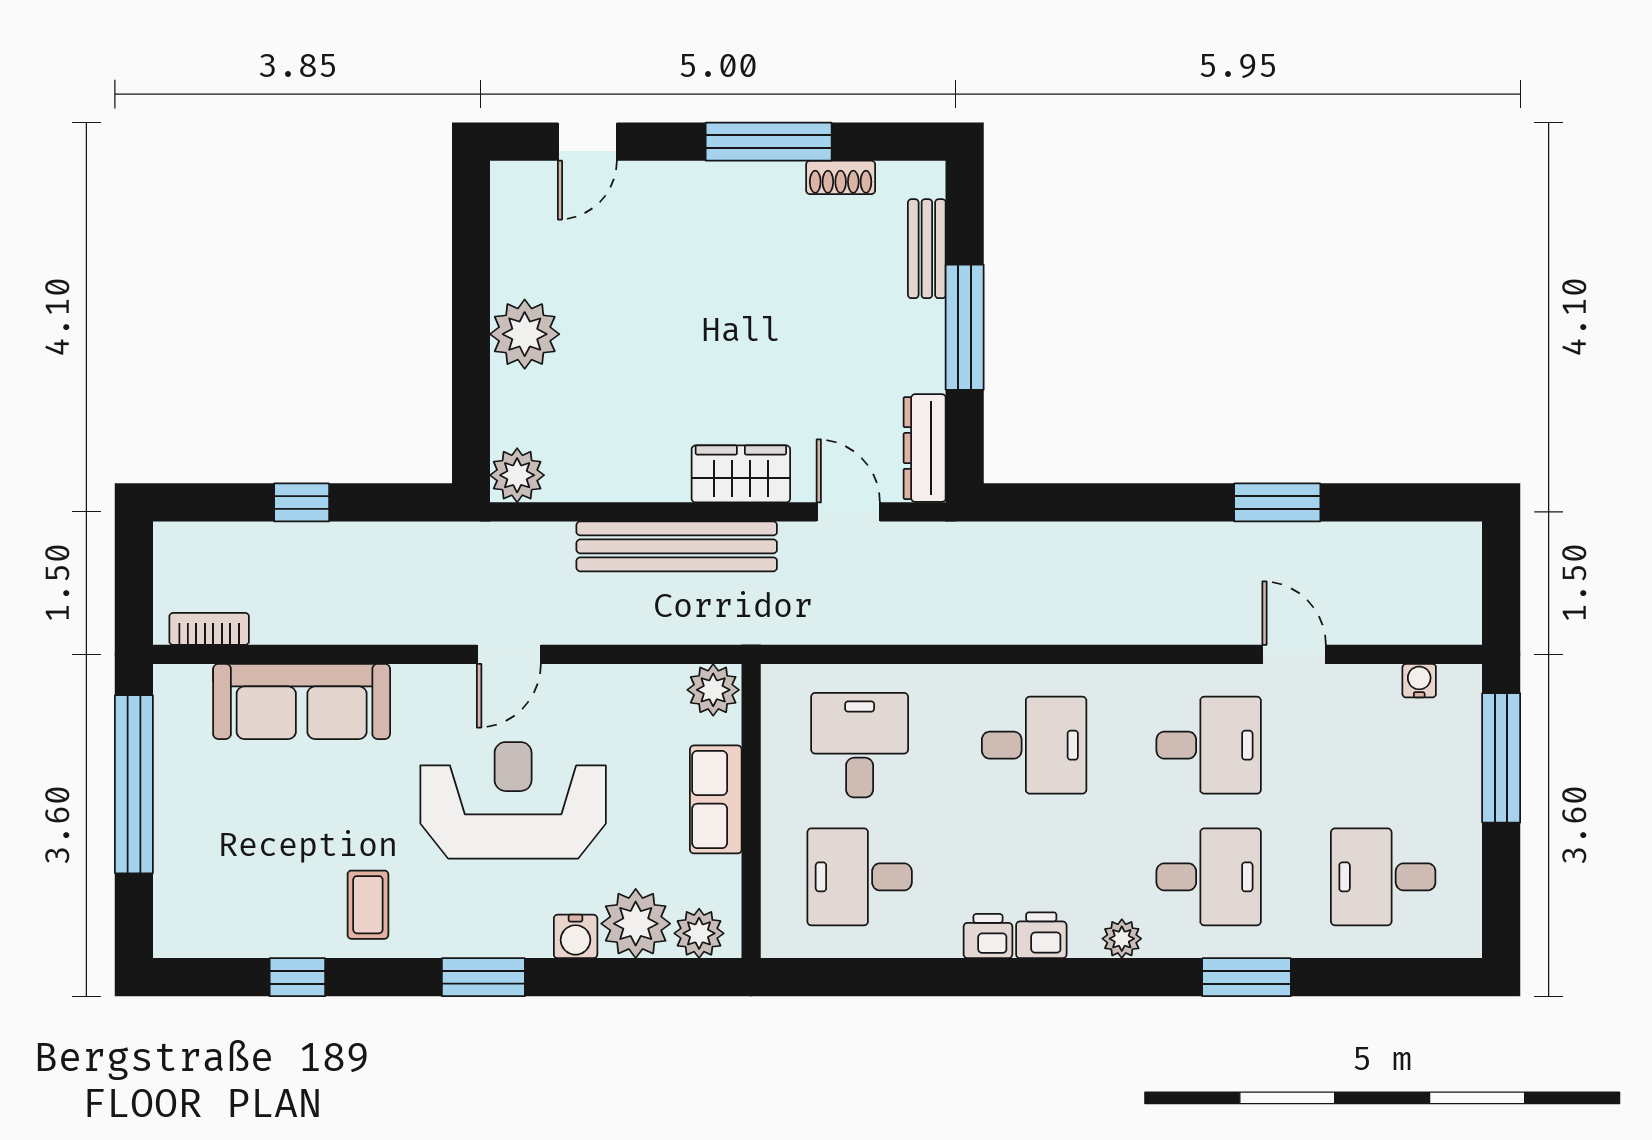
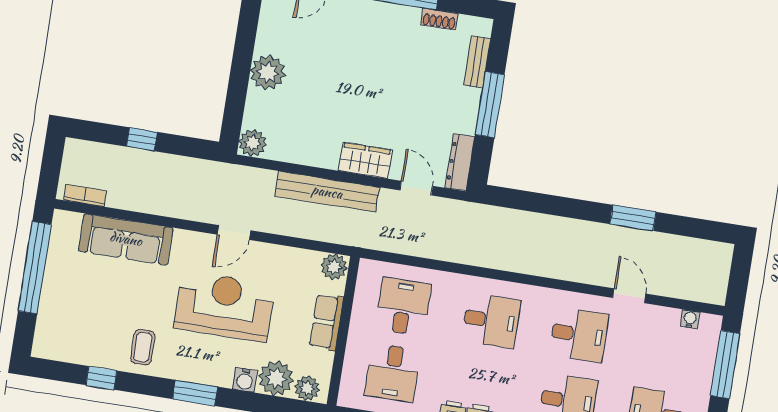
desk: (860, 877) -> (393, 373), turned -90

